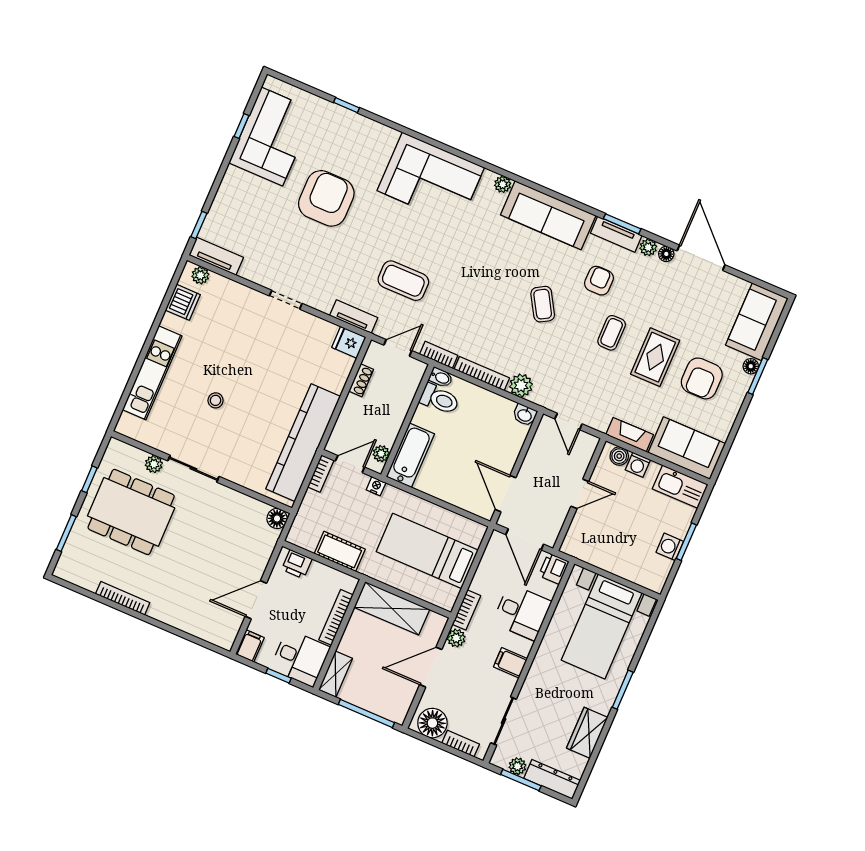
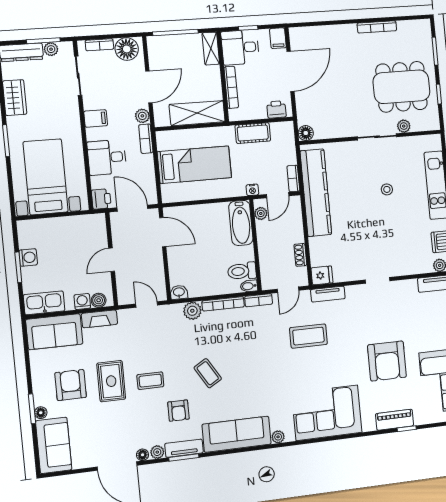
piano: (355, 124) -> (395, 420), added
coffee table: (612, 333) -> (150, 381), turned 90
door: (256, 600) -> (290, 71), width x1.36

